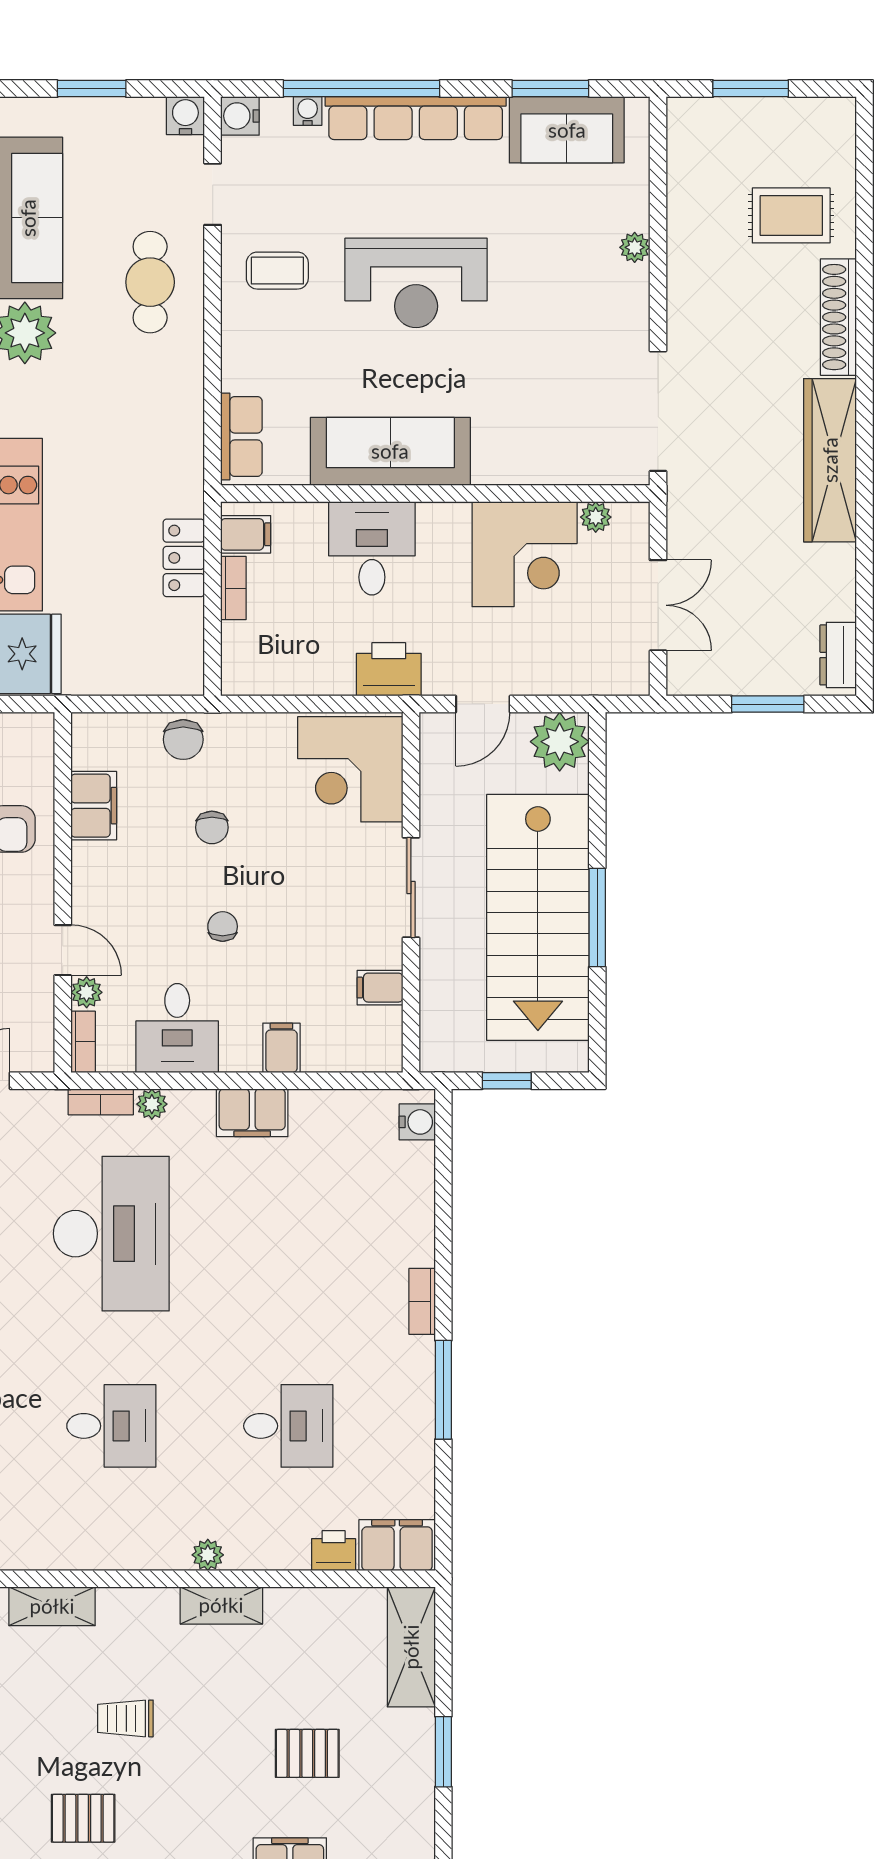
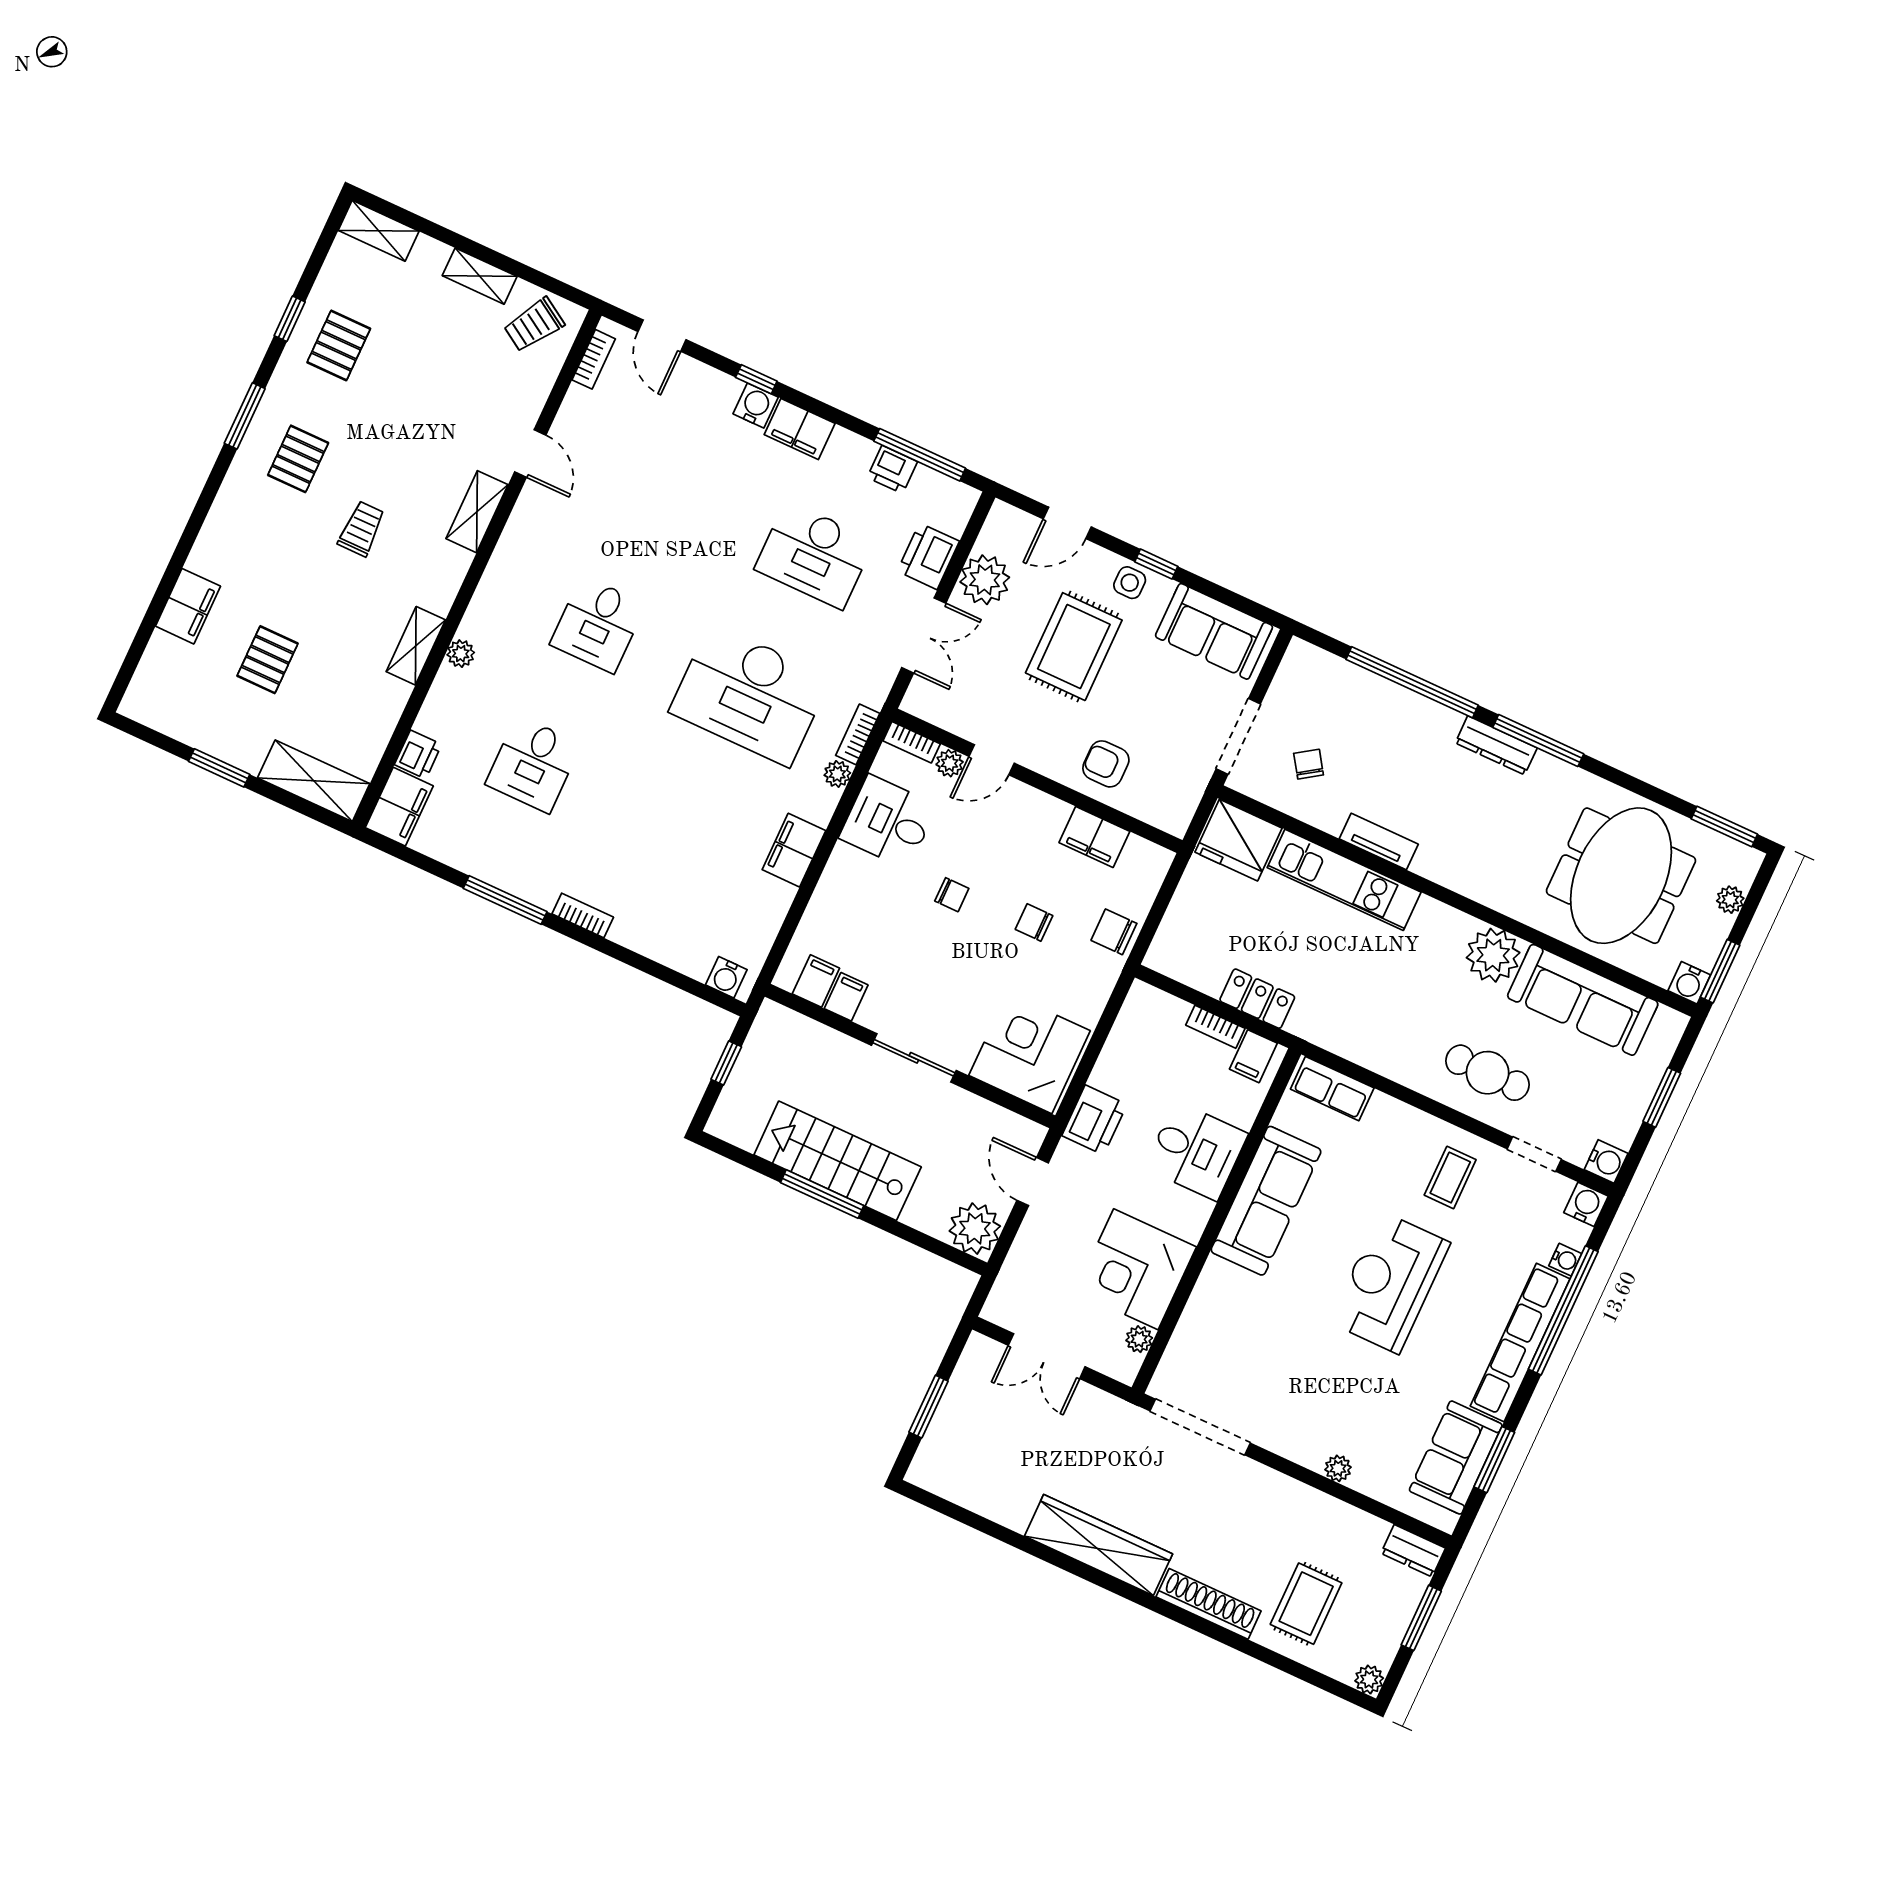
plant: (840, 113) -> (1369, 1679), added
dresser: (838, 655) -> (1413, 1551), moved, turned 180
stairs: (538, 917) -> (838, 1161), width x0.73, depth x0.66
filing cabinet: (281, 1048) -> (816, 981), moved, turned -90

